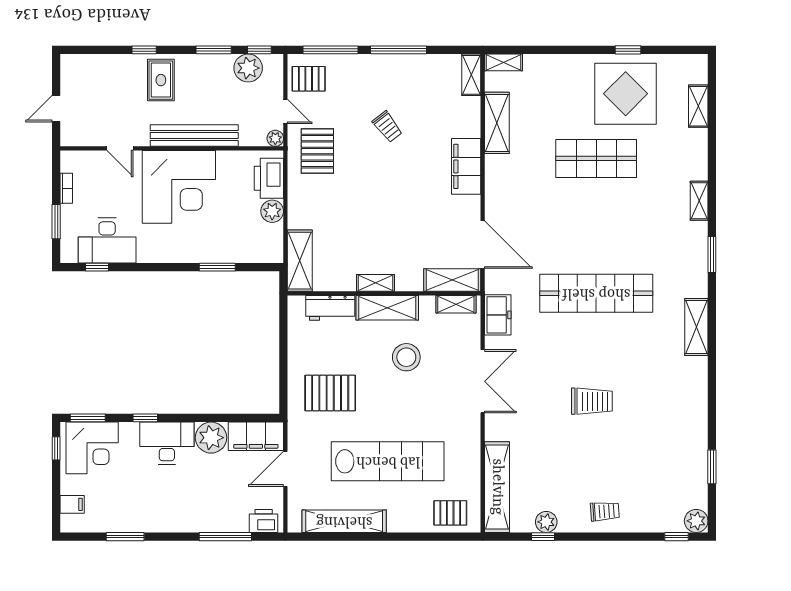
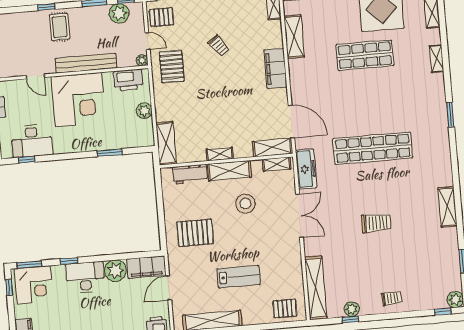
printer: (269, 178) -> (128, 80), moved, turned -90
shelving: (699, 201) -> (437, 59), moved
freezer: (498, 315) -> (306, 169), width x1.40
shelving: (696, 327) -> (447, 207), moved
lab bench: (388, 461) -> (239, 277), width x0.54, depth x0.72

